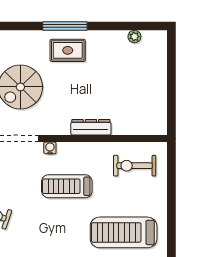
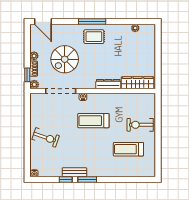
wardrobe: (138, 125) -> (138, 83), added
exercise bike: (135, 166) -> (140, 125), moved
treadmill: (124, 232) -> (128, 149), width x0.73, depth x0.73

